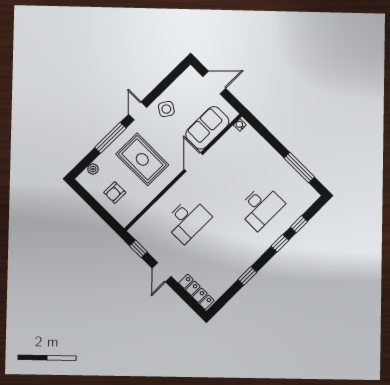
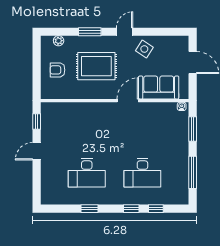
window: (266, 134) -> (193, 129), added
window: (110, 138) -> (90, 32), width x0.69
rug: (142, 159) -> (96, 66), turned 90
desk: (187, 220) -> (87, 173), moved
locker: (196, 292) -> (46, 186), removed

